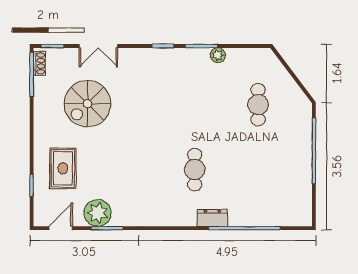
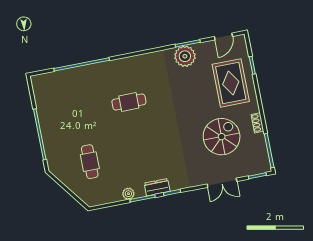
double door: (98, 46) -> (222, 183), swing flipped
shoe rack: (39, 63) -> (257, 123), moved
rug: (63, 168) -> (231, 83), width x1.36, depth x1.43
cafe table: (195, 170) -> (129, 102), turned 90
plant: (98, 213) -> (185, 56), moved
dresser: (212, 218) -> (157, 187), moved, turned 180

